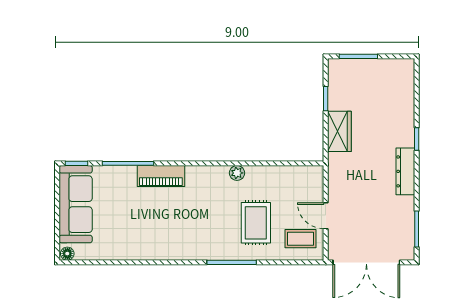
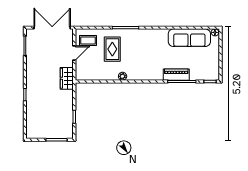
wardrobe: (339, 131) -> (67, 78), moved
dresser: (405, 171) -> (31, 77), removed
piano: (161, 176) -> (176, 75), moved
sofa: (76, 204) -> (189, 38), moved, turned -90
door: (326, 216) -> (74, 53), hinge flipped

